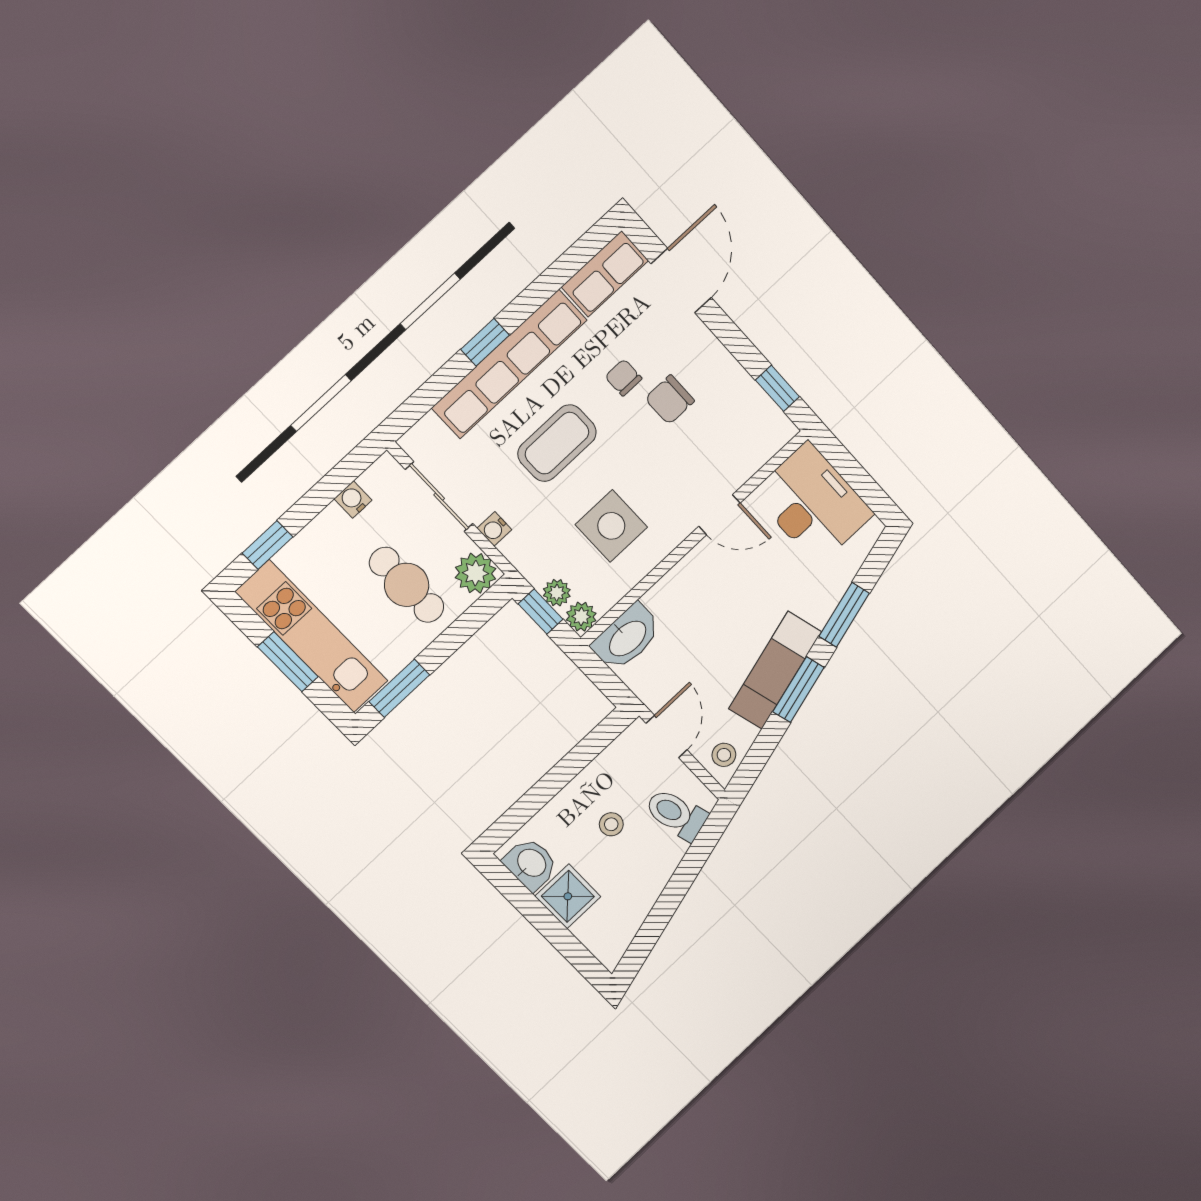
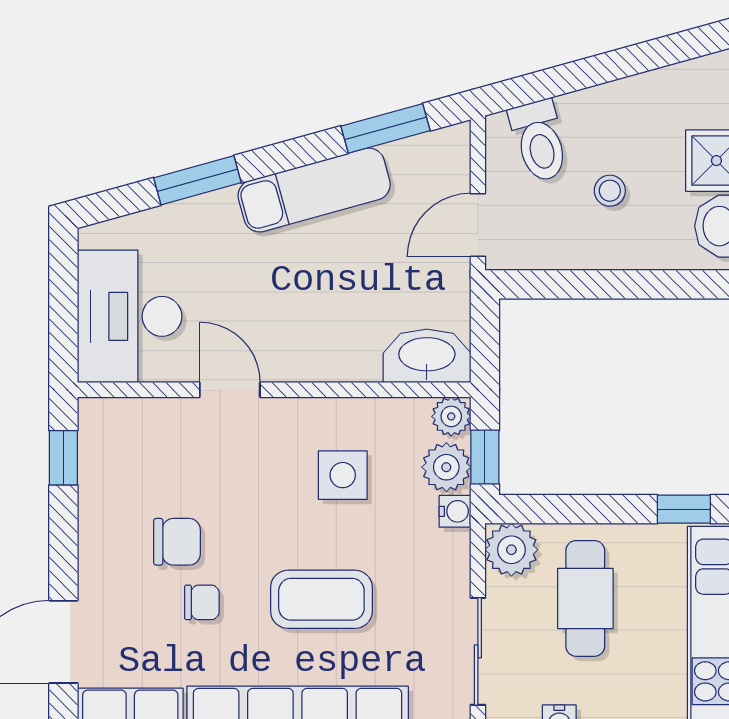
chair: (623, 378) -> (202, 602), turned -90
side table: (611, 526) -> (343, 475), width x0.73, depth x0.73
water cooler: (494, 529) -> (455, 511), moved
plant: (557, 593) -> (446, 467), width x1.38, depth x1.38
window: (399, 688) -> (684, 509), width x0.67
window: (798, 690) -> (385, 128), moved
stool: (724, 755) -> (440, 155), removed

